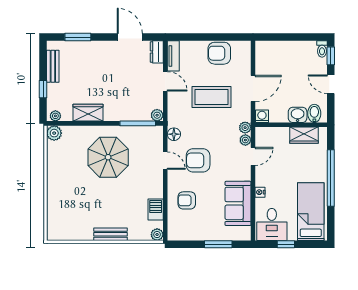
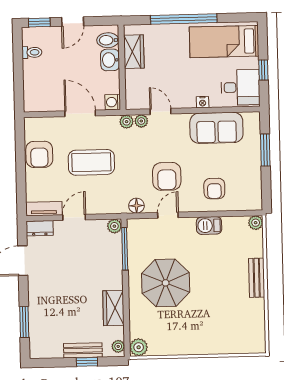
toilet: (322, 49) -> (32, 52), moved
bench: (53, 66) -> (83, 350), moved
coffee table: (211, 97) -> (91, 162), turned 90
barbecue: (156, 210) -> (209, 226), moved

